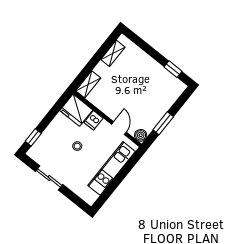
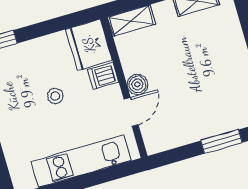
window: (163, 123) -> (221, 142), moved
boiler: (141, 135) -> (137, 84), moved

